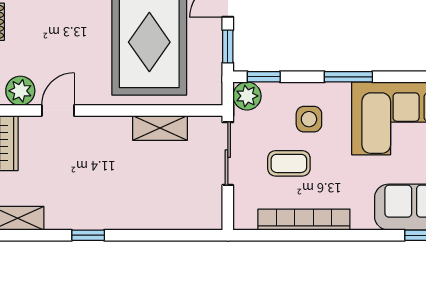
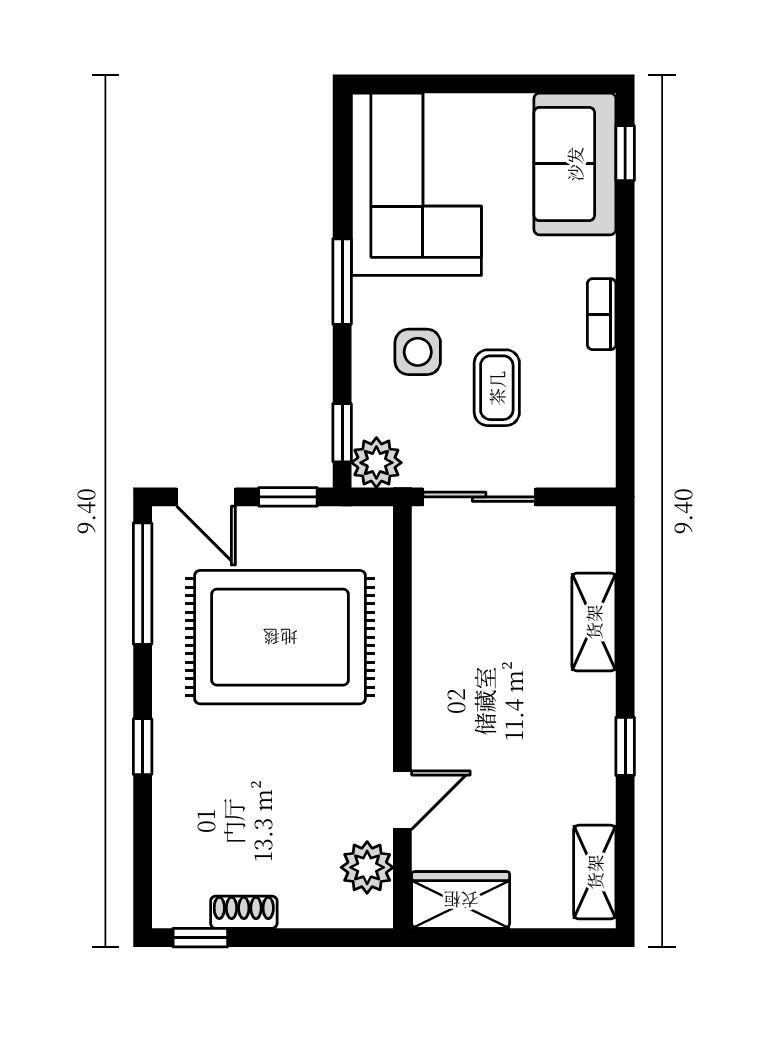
door: (58, 111) -> (402, 800), swing flipped
shelving: (160, 128) -> (594, 622), moved
bookcase: (304, 220) -> (602, 314), width x0.43, depth x0.76

